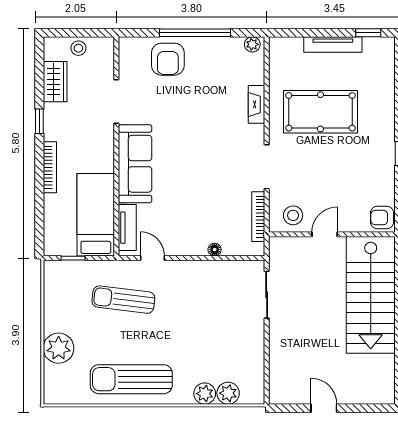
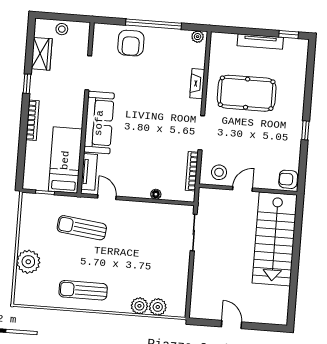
sun lounger: (131, 379) -> (83, 290), width x0.73, depth x0.75

